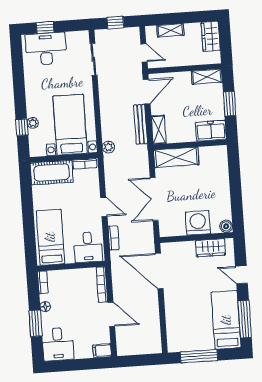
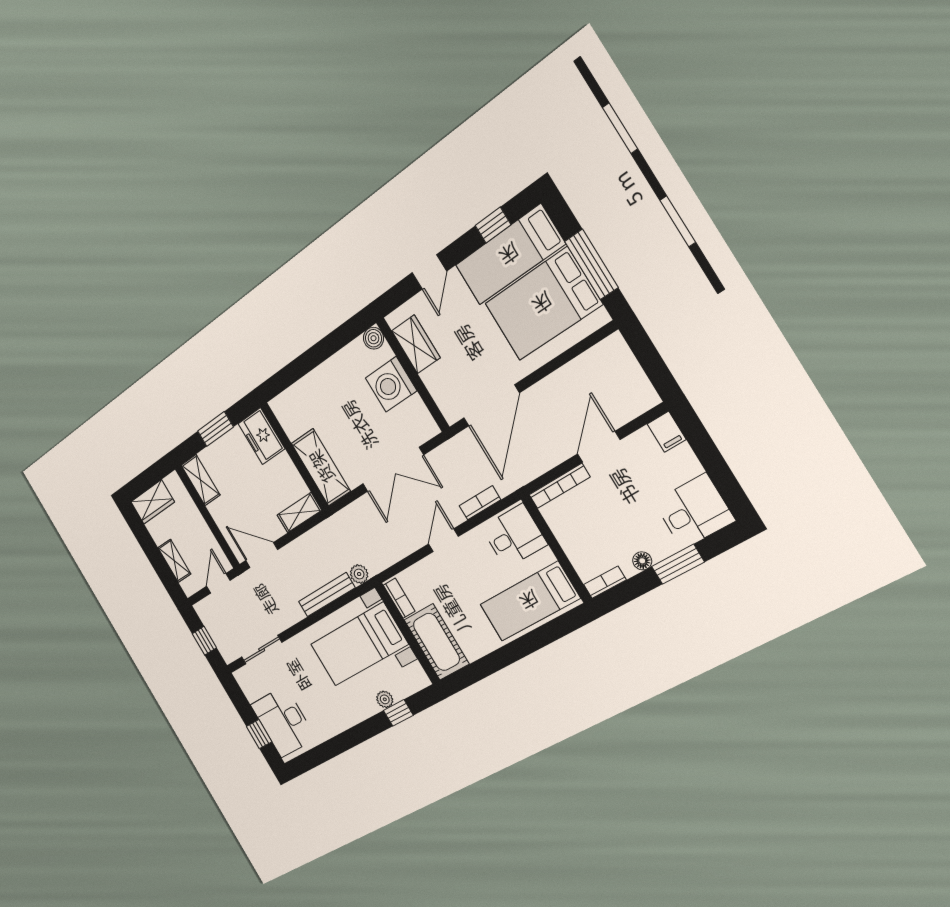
bench: (141, 124) -> (327, 595), moved
window: (245, 319) -> (493, 225), width x0.46
bed: (194, 324) -> (543, 304), added

